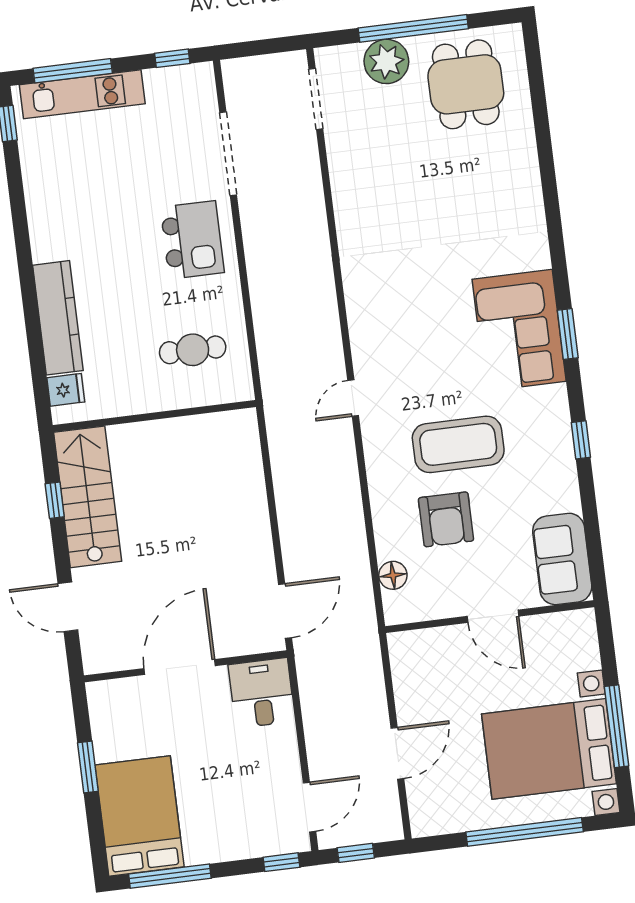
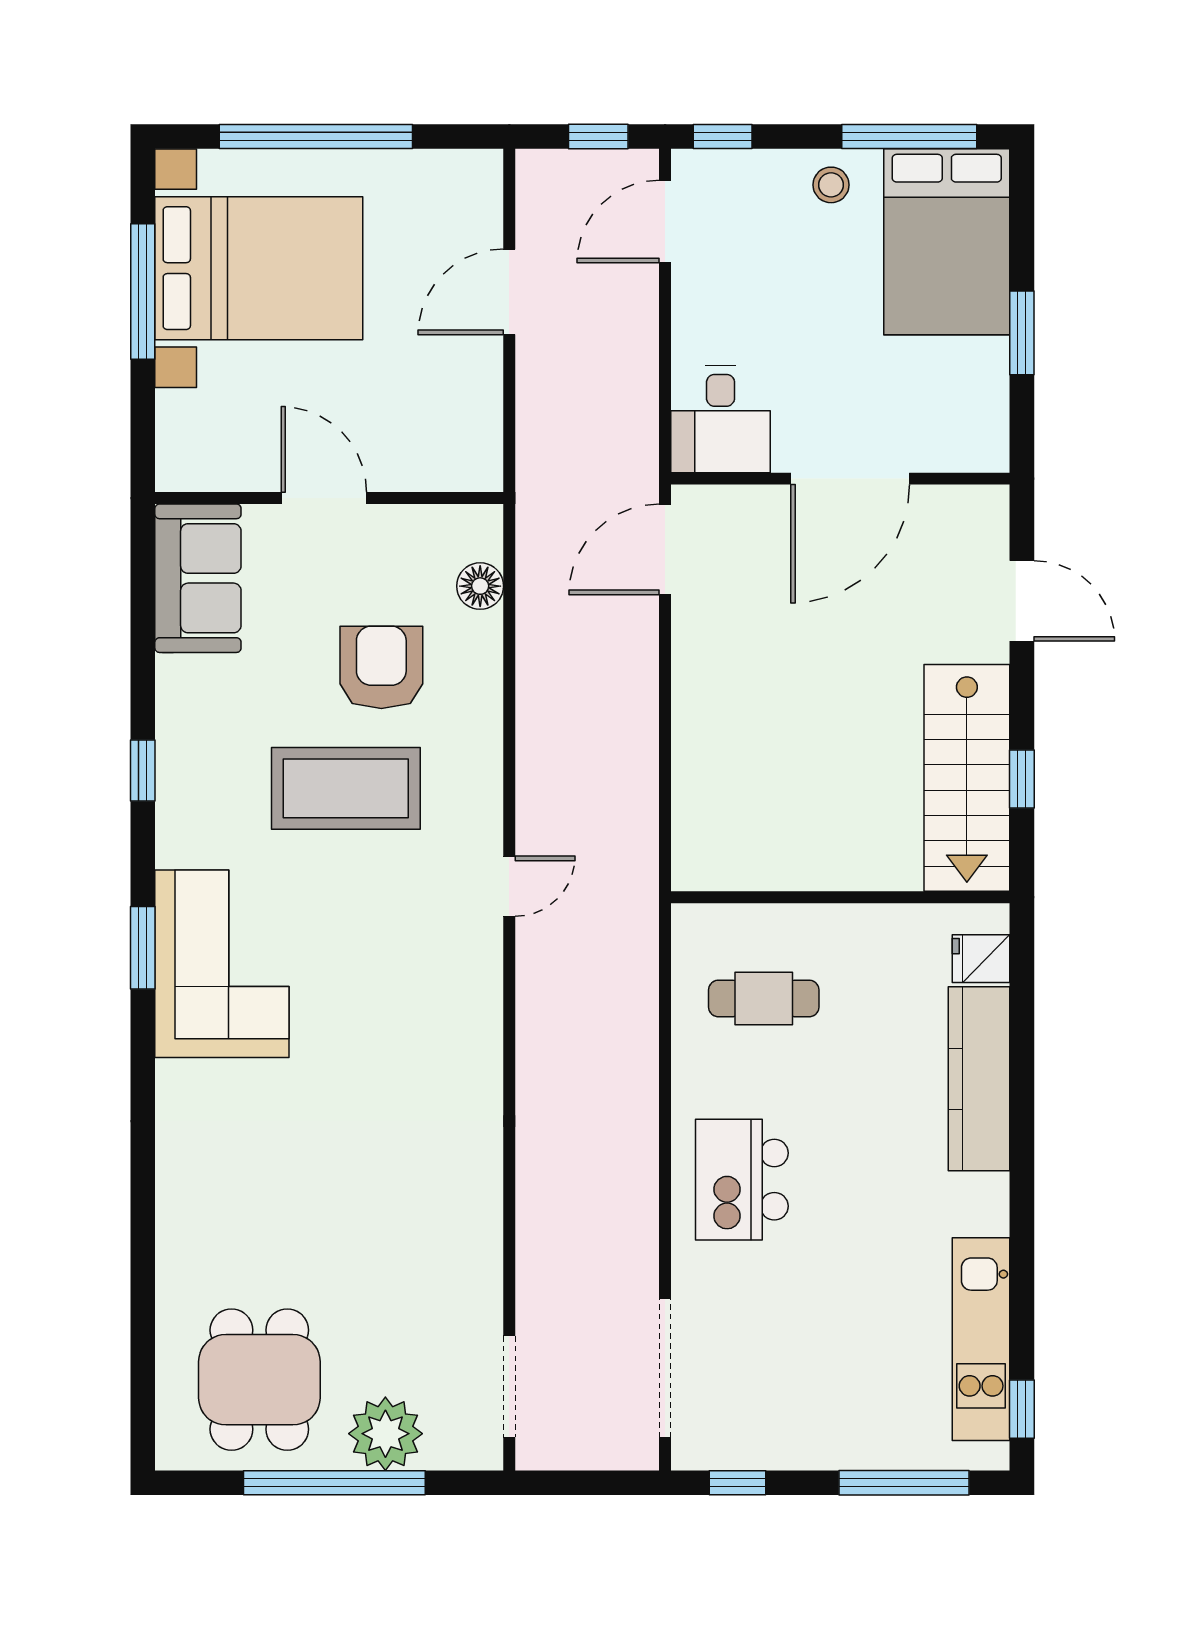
kitchen unit: (82, 94) -> (981, 1339), moved, turned -90
doorway: (228, 154) -> (665, 1368), moved
stool: (213, 841) -> (831, 185), added

